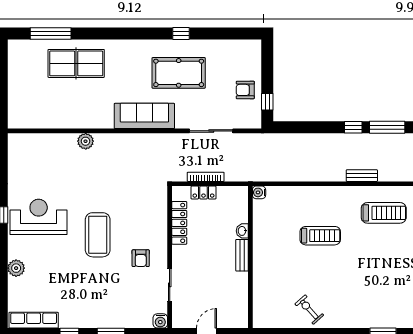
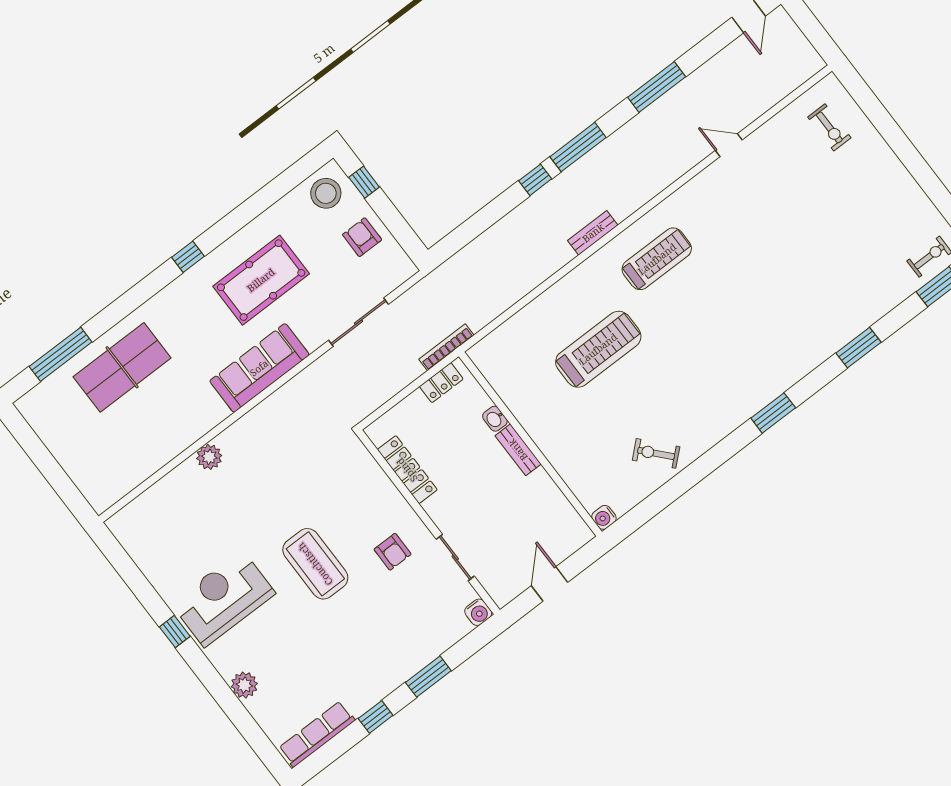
window: (181, 33) -> (188, 257), moved
stool: (244, 54) -> (326, 193), added
armchair: (245, 90) -> (362, 237), turned 90
window: (267, 102) -> (364, 182), moved
bookcase: (206, 177) -> (446, 347), moved
water cooler: (259, 192) -> (604, 517), moved
locker: (203, 193) -> (441, 383), moved
treadmill: (320, 236) -> (598, 349), width x1.37, depth x1.37

